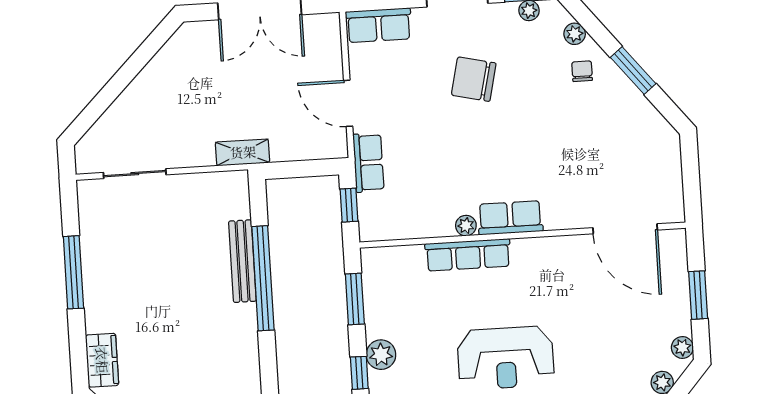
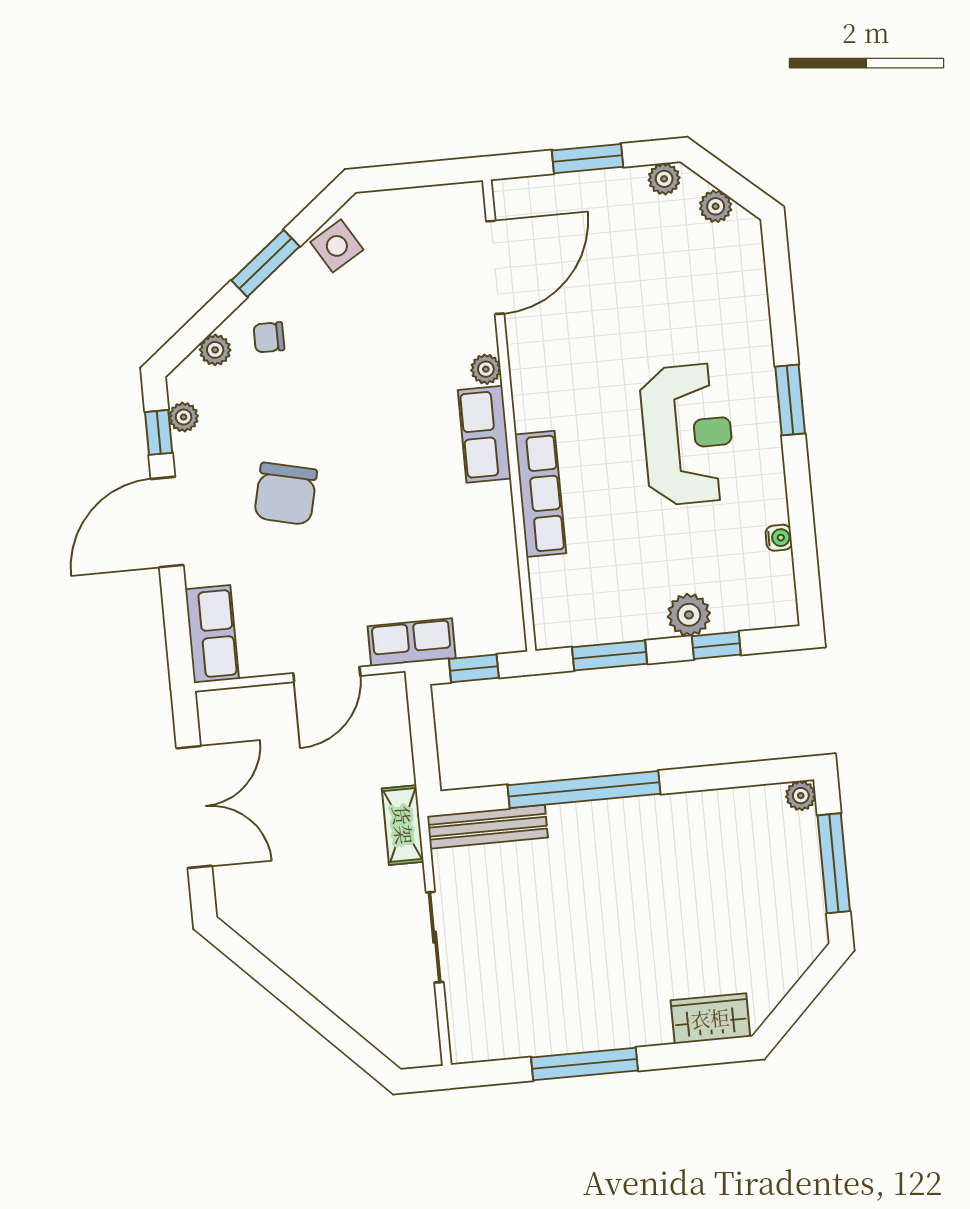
side table: (644, 120) -> (337, 246), added
sliding door: (135, 174) -> (435, 937), moved
plant: (466, 226) -> (486, 369), moved
bench: (242, 261) -> (487, 827), moved

